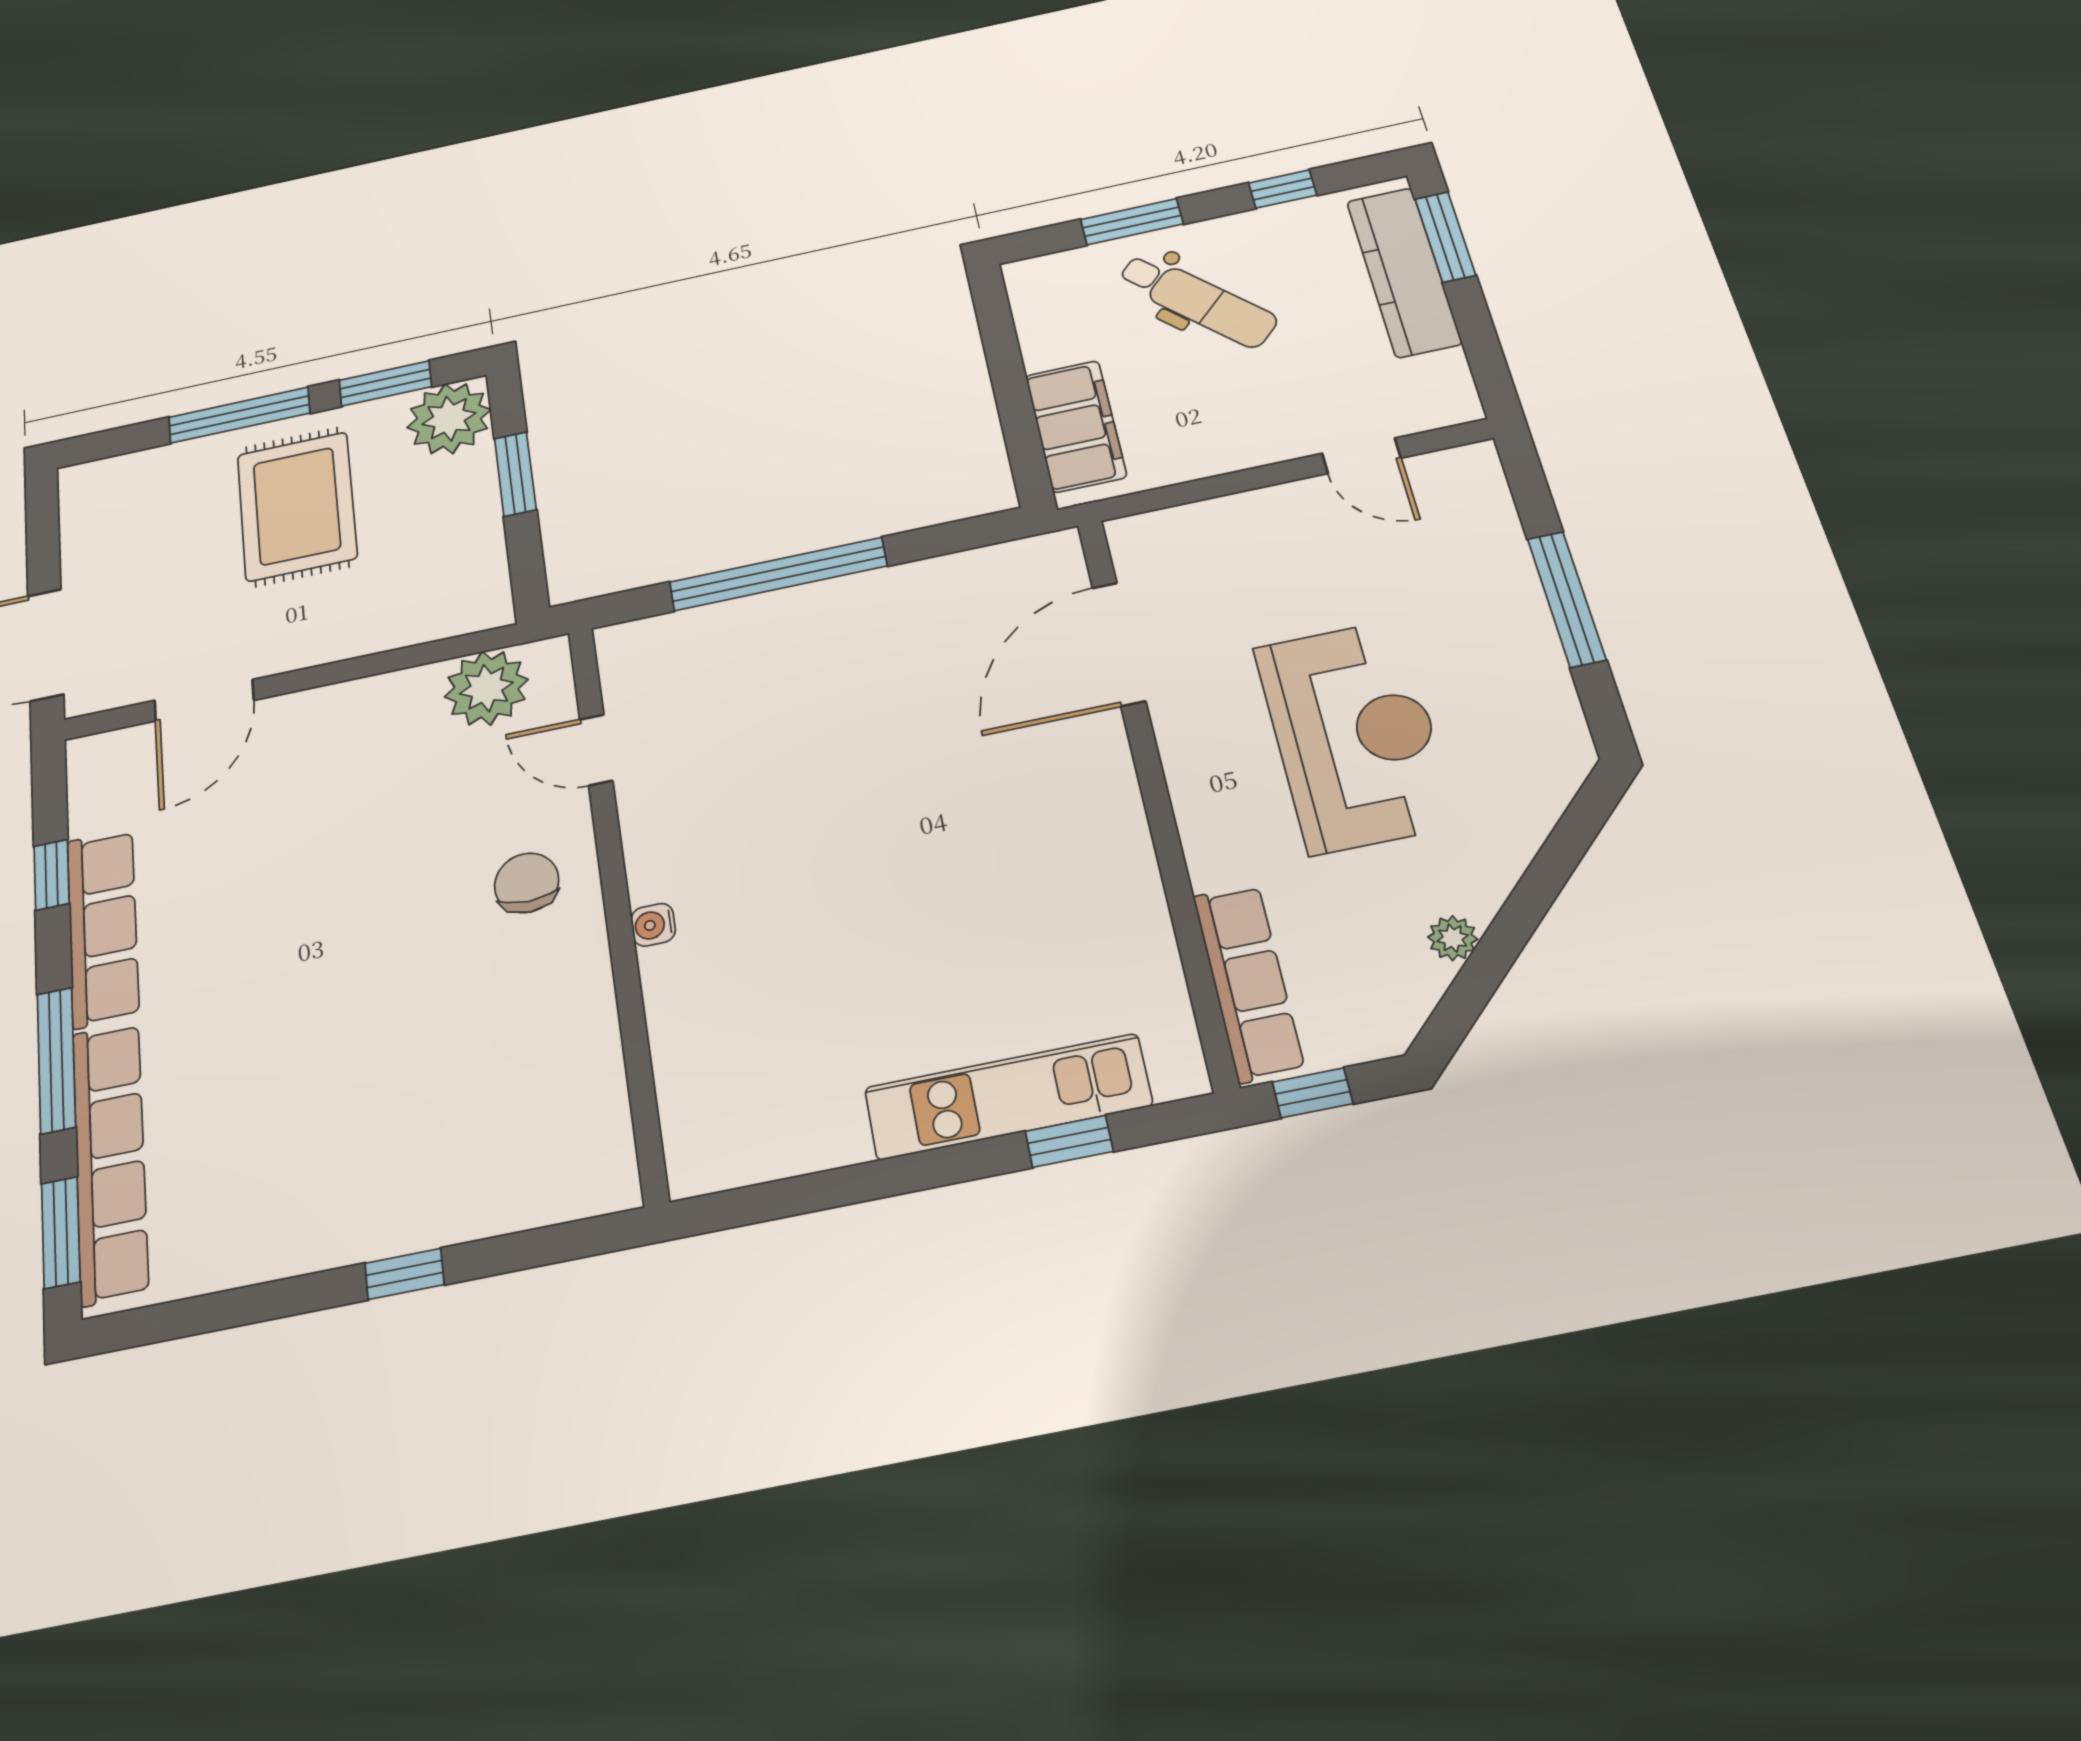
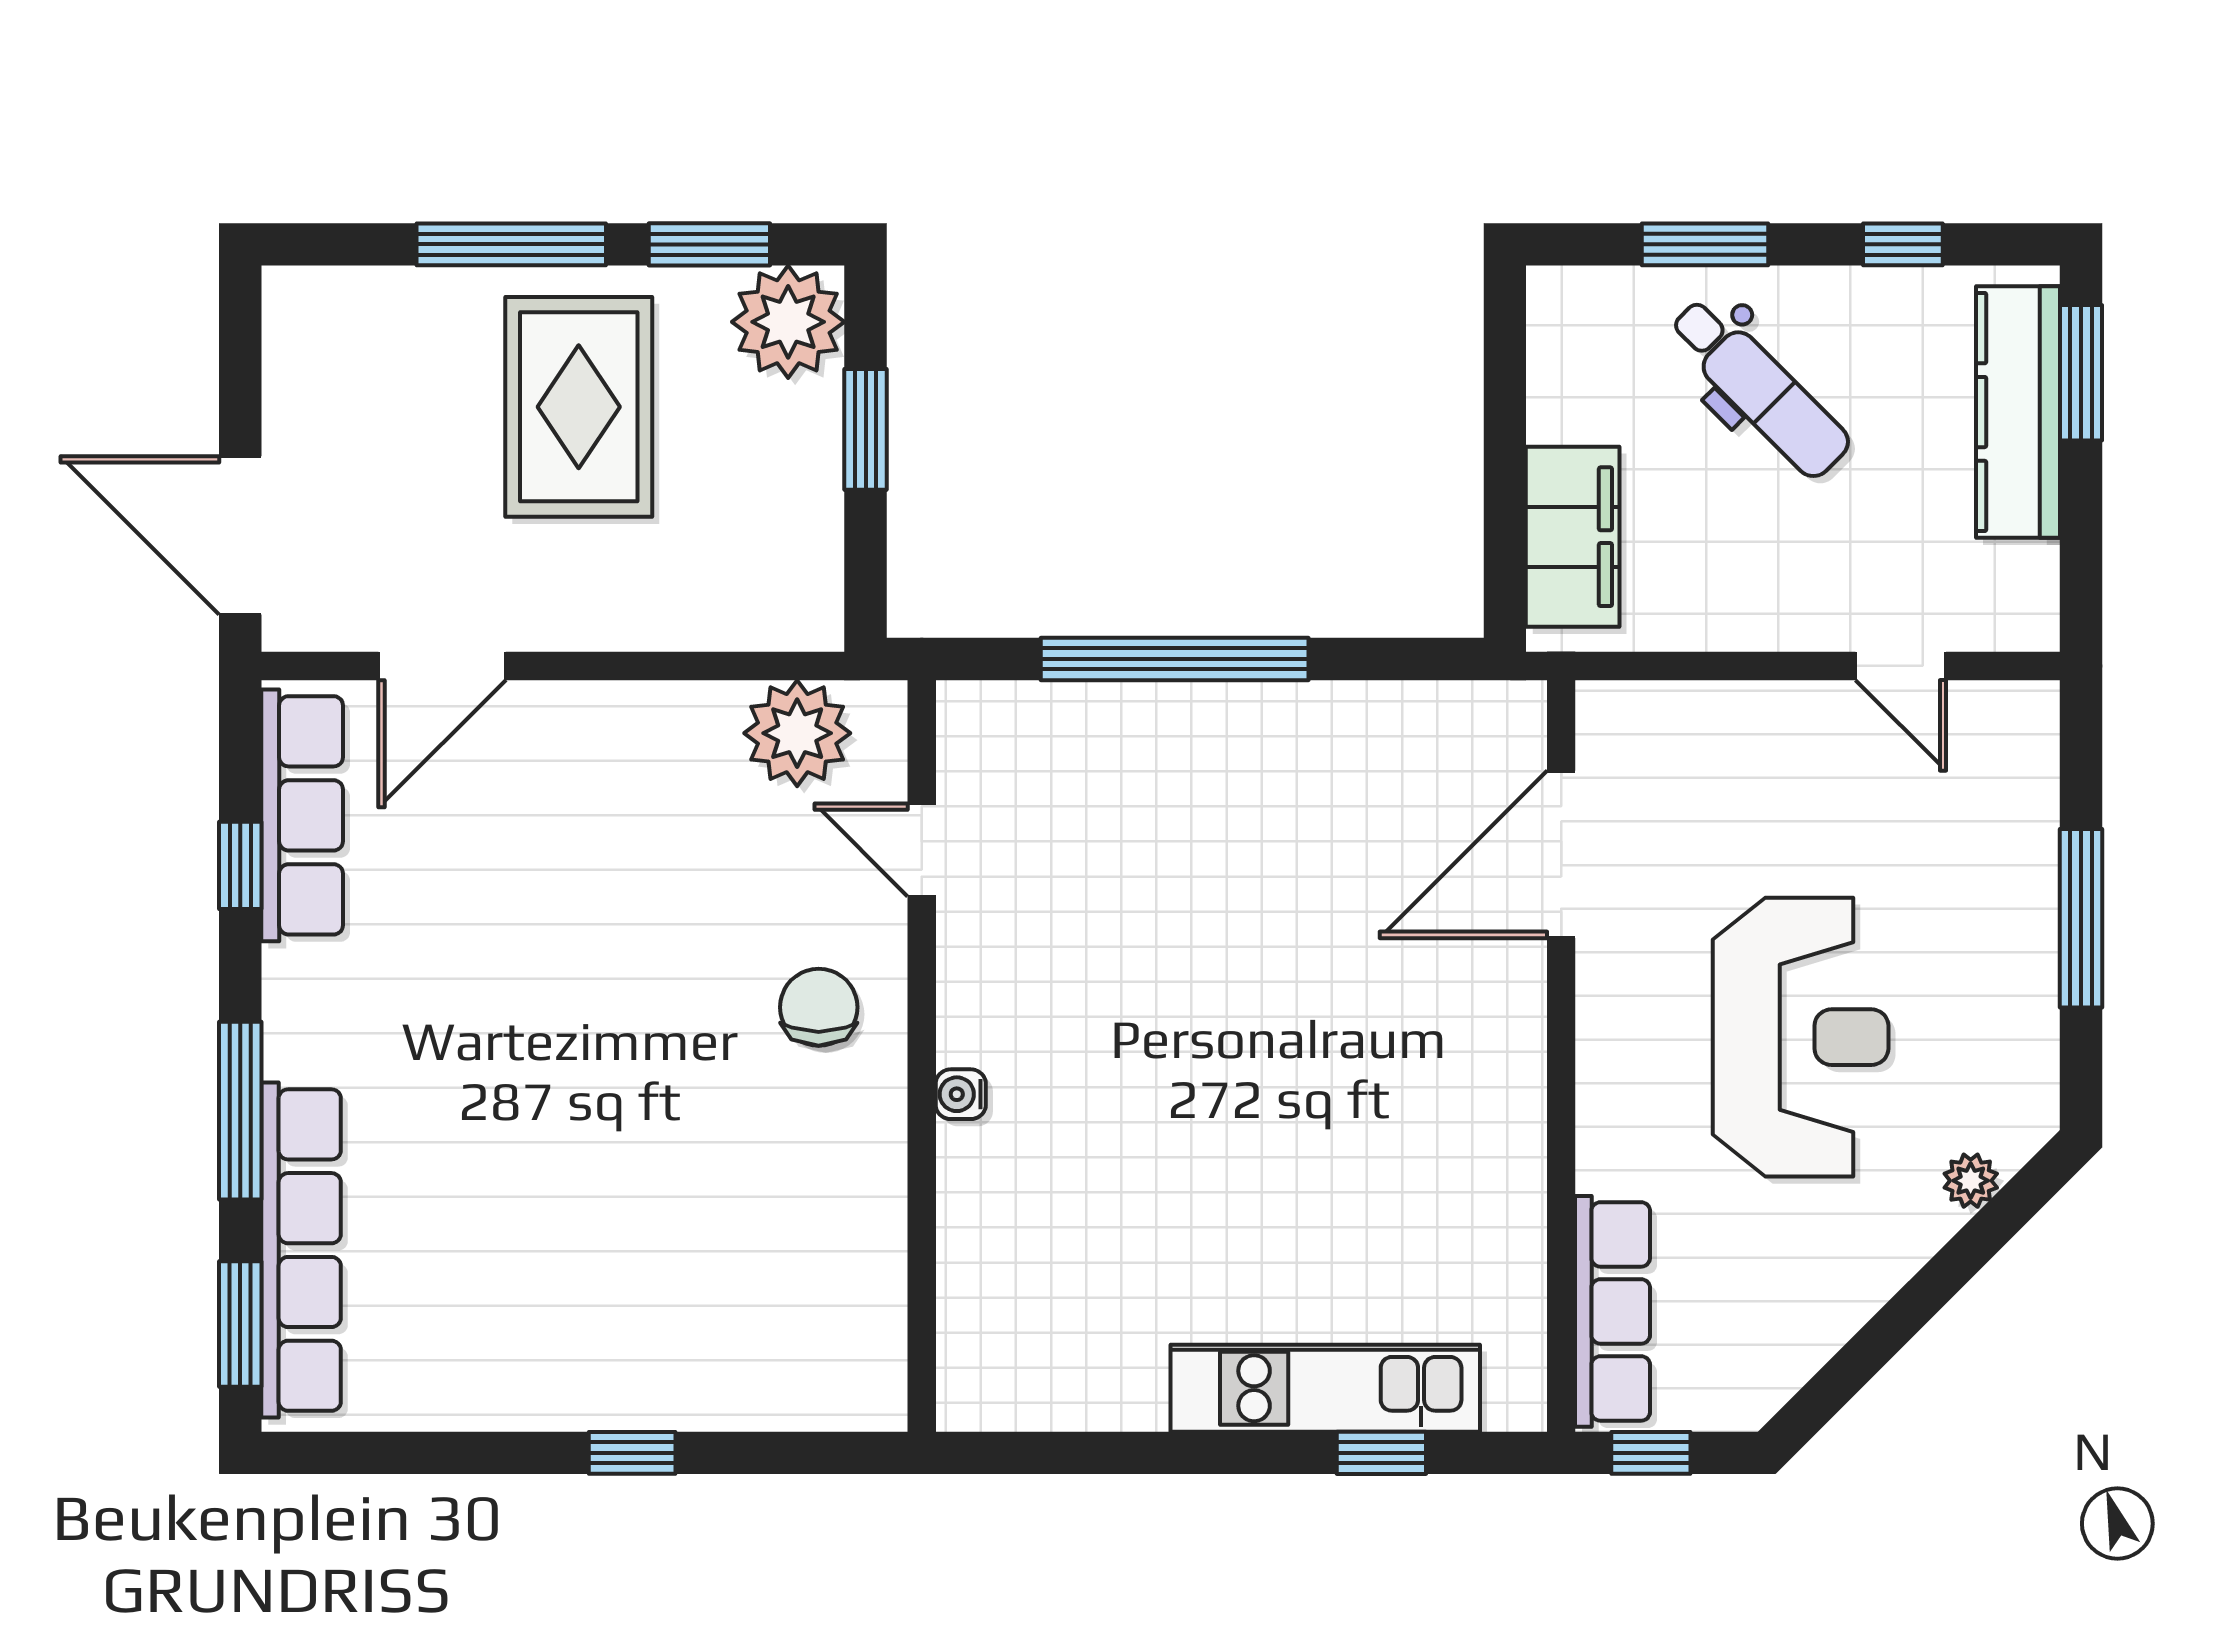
row of seats: (103, 928) -> (302, 815), moved
plant: (1453, 938) -> (1971, 1181), moved

